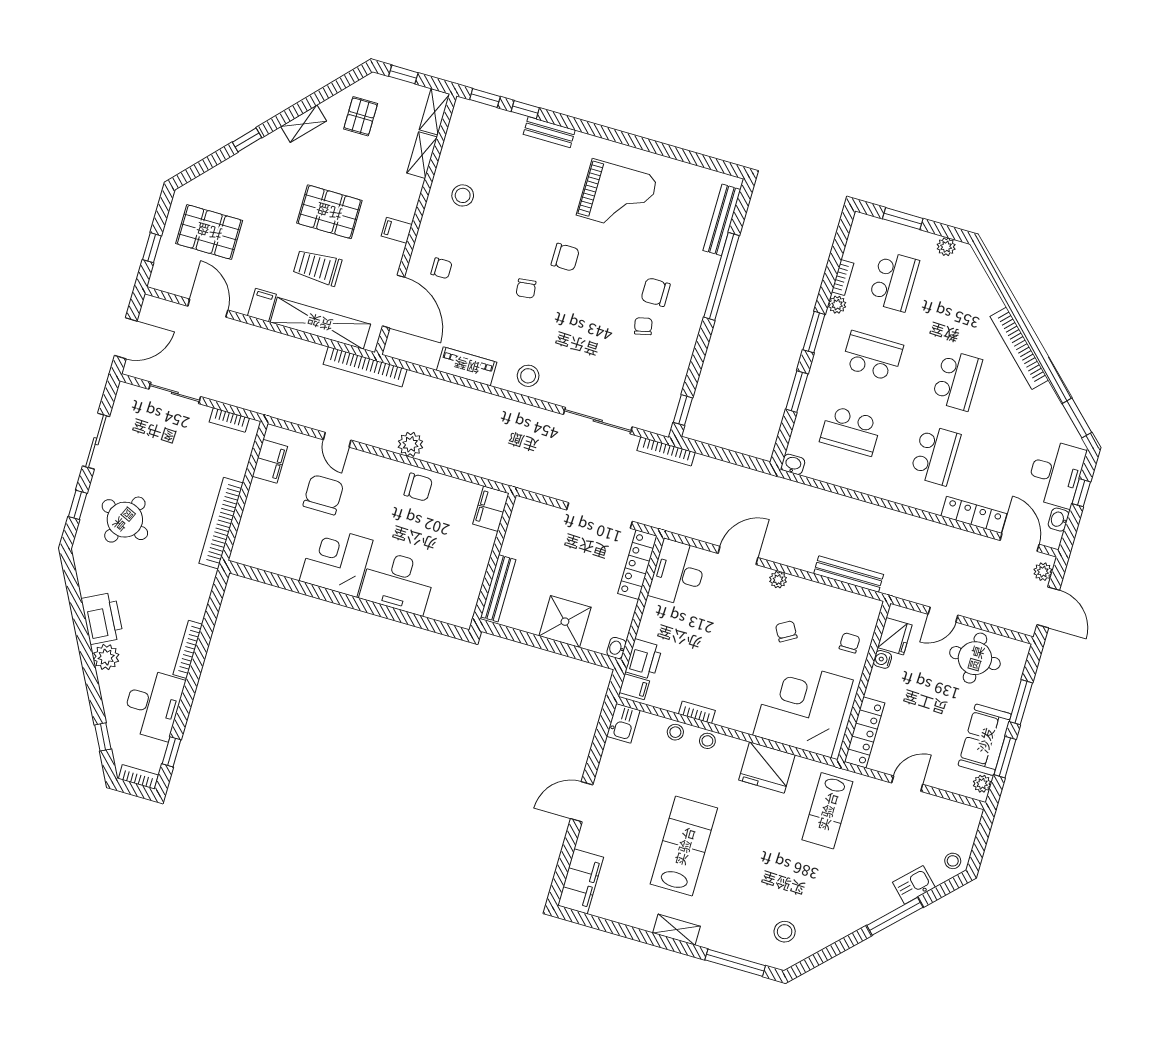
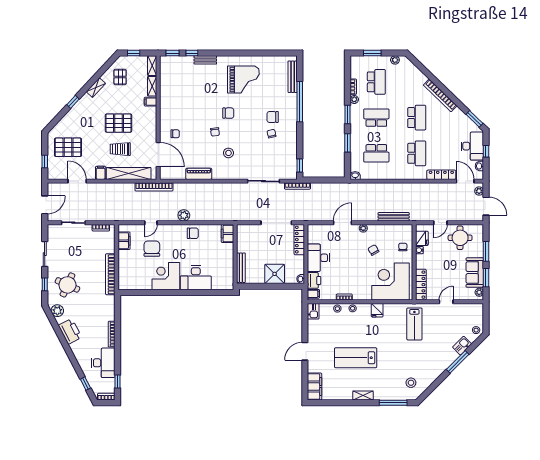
stool: (463, 195) -> (175, 99), removed
filing cabinet: (397, 230) -> (151, 102), moved
stool: (528, 376) -> (228, 153), moved
door: (337, 440) -> (151, 223), hinge flipped
desk: (678, 573) -> (318, 258), moved
plant: (106, 657) -> (57, 311), moved
fridge: (767, 767) -> (377, 310), width x0.53, depth x0.75
lab bench: (684, 846) -> (356, 358), turned -90

